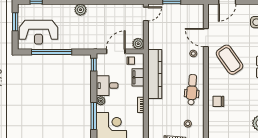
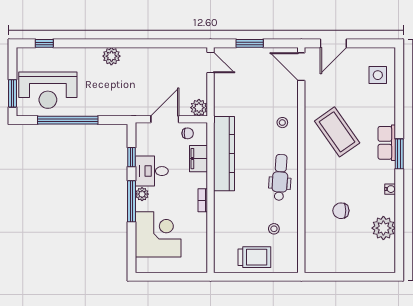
door: (146, 14) -> (211, 63), hinge flipped
window: (15, 22) -> (12, 93), moved
door: (206, 38) -> (301, 67), moved
window: (94, 65) -> (131, 157), moved
chair: (218, 101) -> (341, 211), moved
window: (94, 116) -> (131, 201), moved

